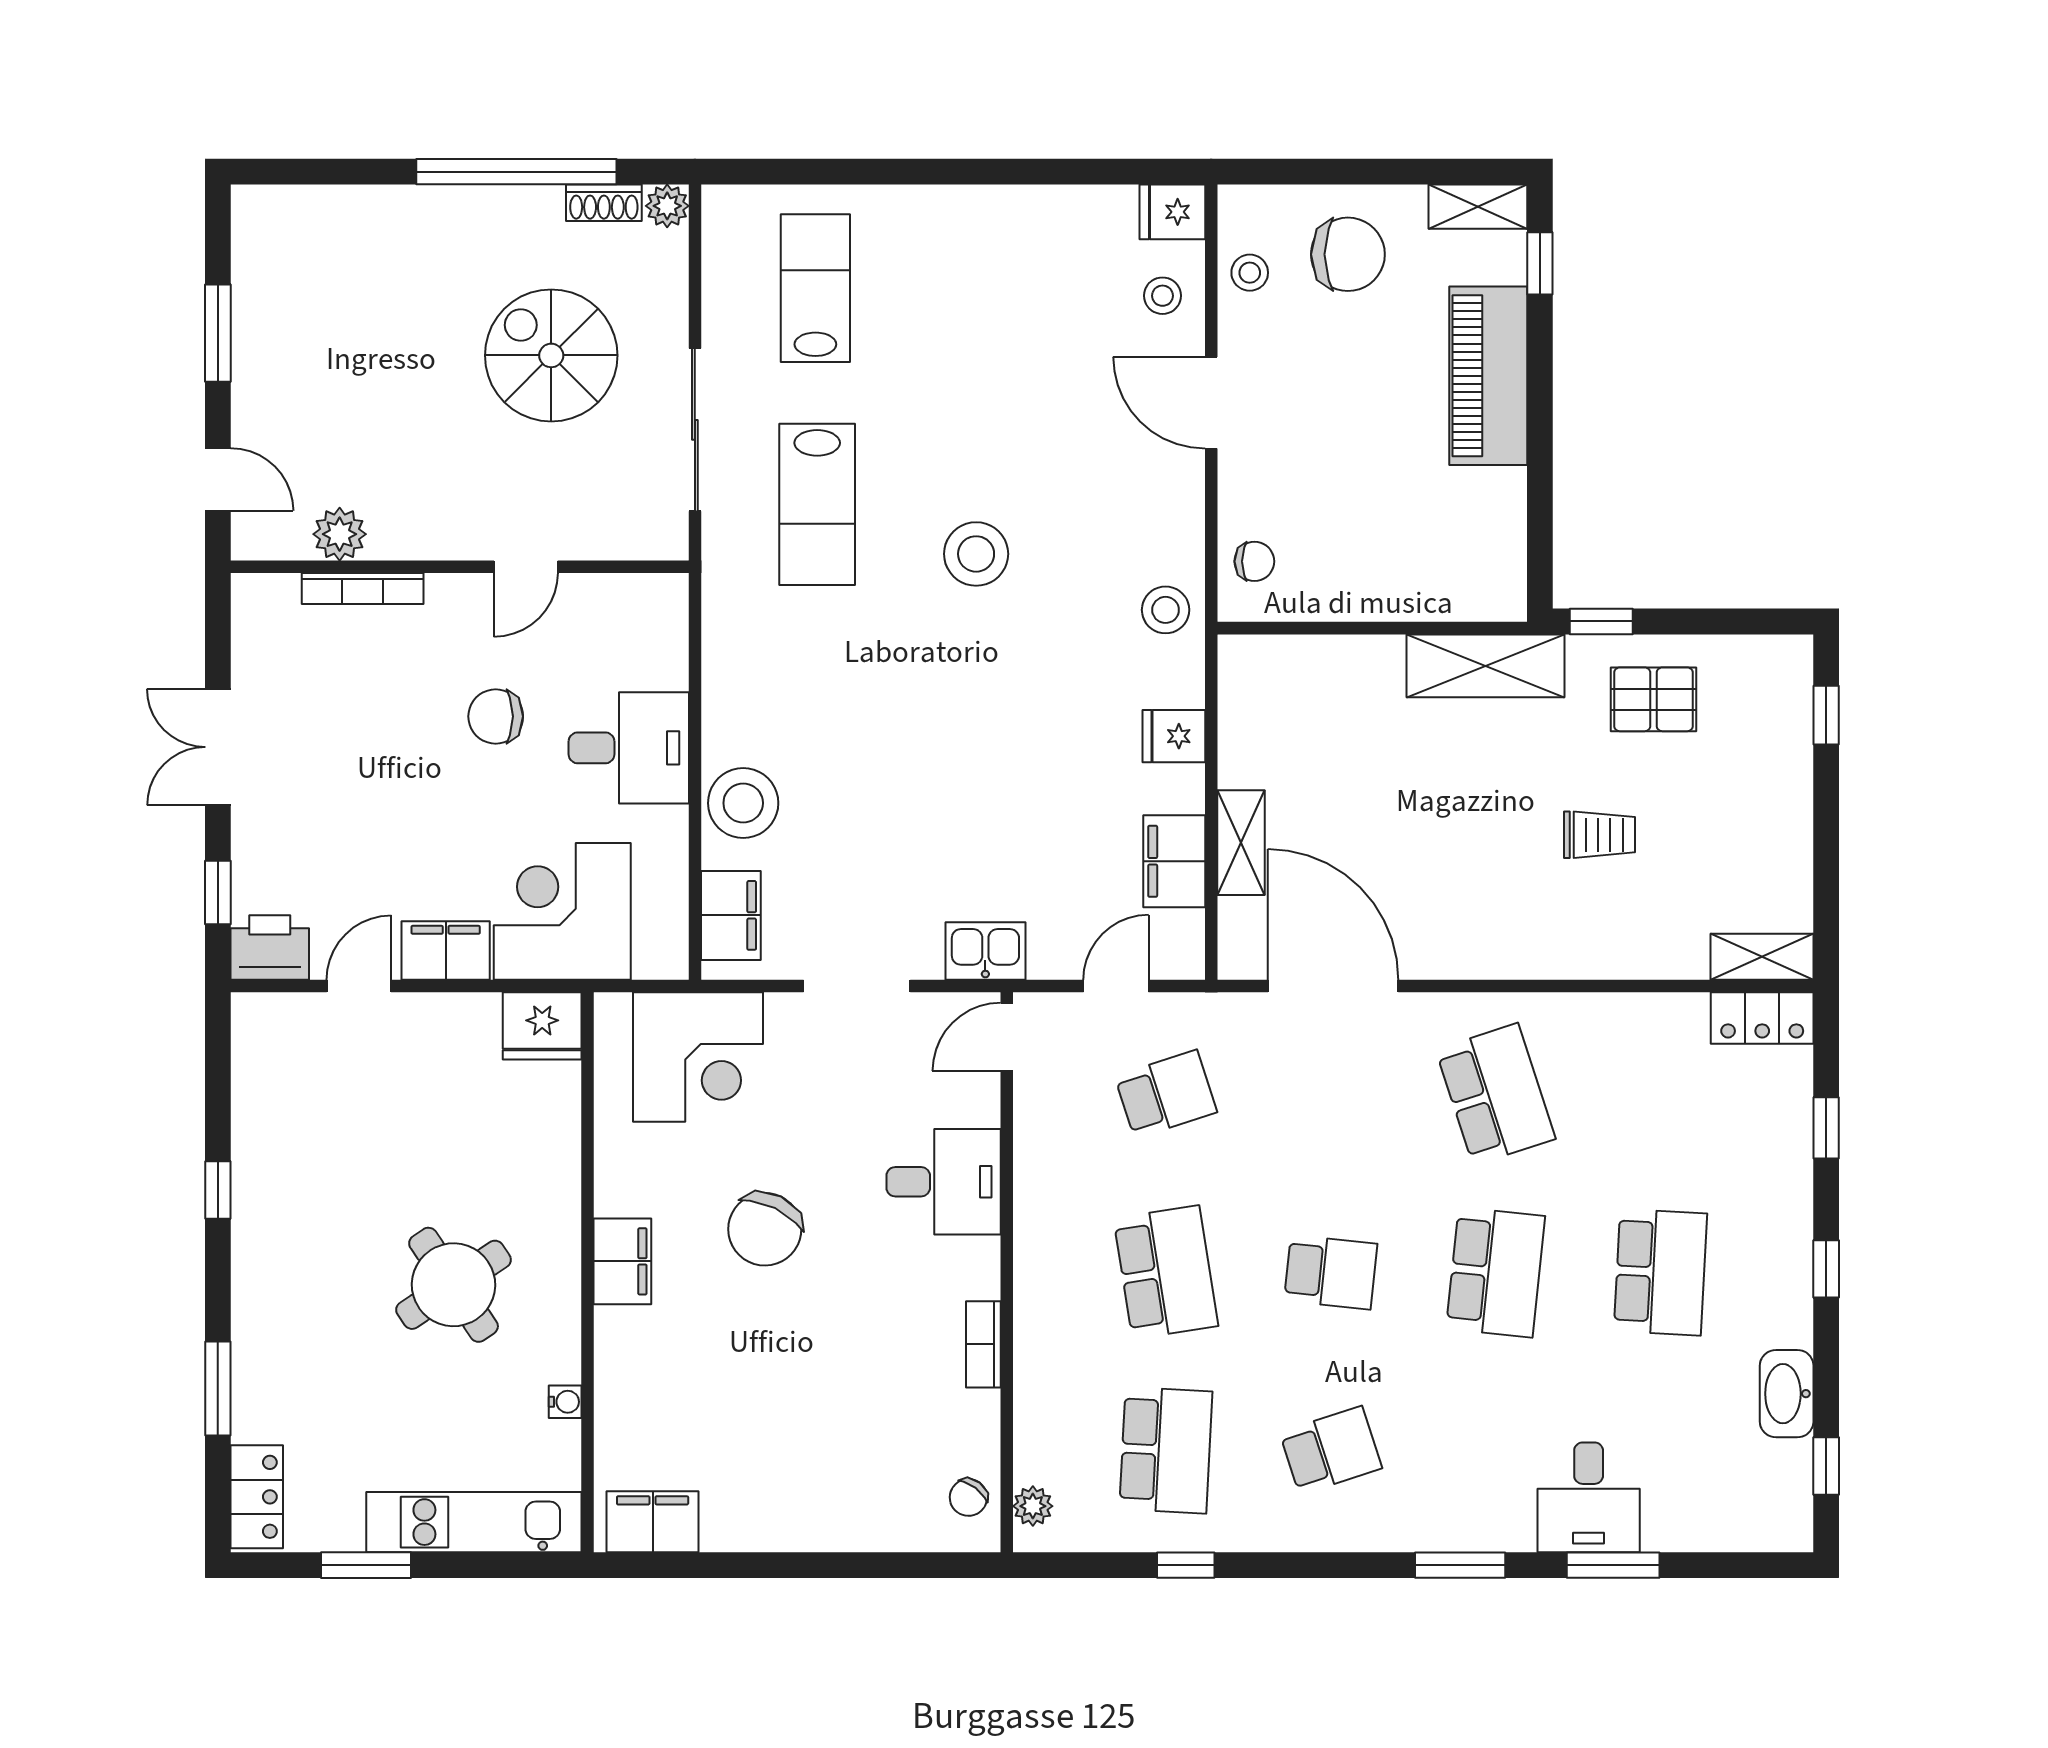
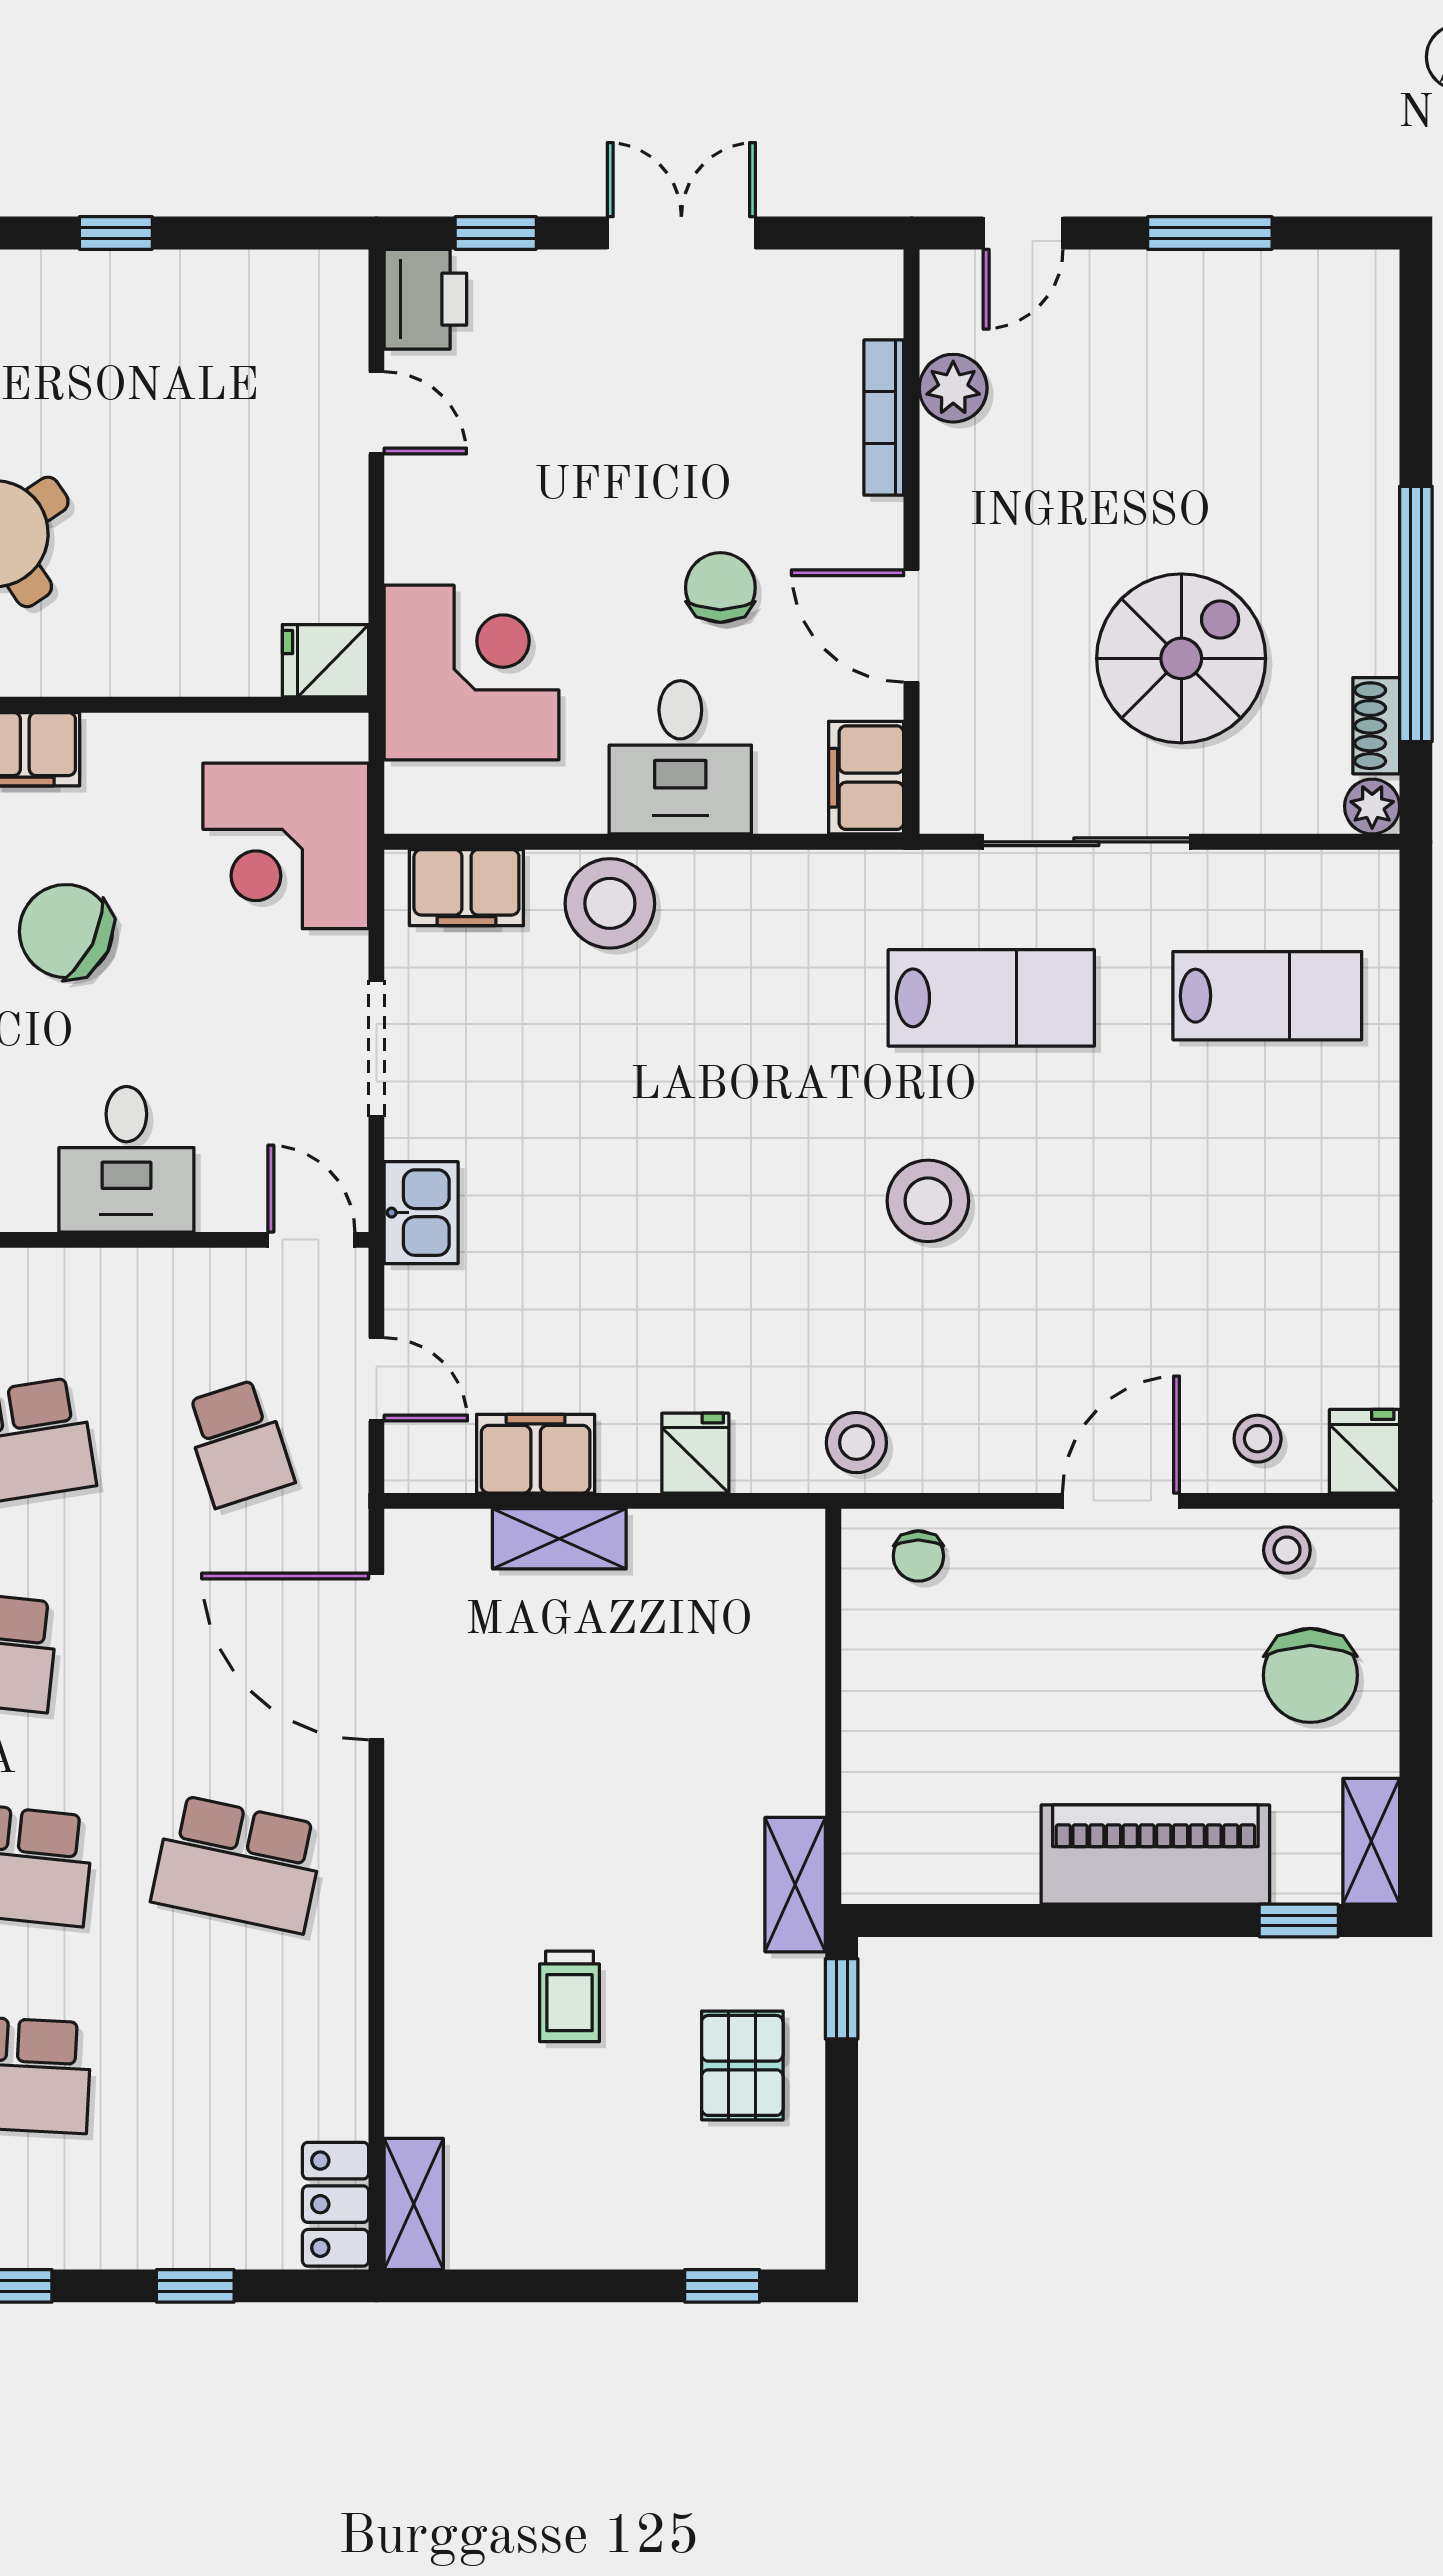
lab bench: (817, 504) -> (991, 998), turned 180
door: (526, 567) -> (911, 626), width x1.38
shelving: (1486, 666) -> (795, 1885), width x0.67, depth x0.75
filing cabinet: (446, 950) -> (866, 778), moved, turned 180
door: (1333, 986) -> (376, 1657), swing flipped
fridge: (542, 1026) -> (325, 661), width x0.72
school desk: (1496, 1094) -> (238, 1864), turned 30

